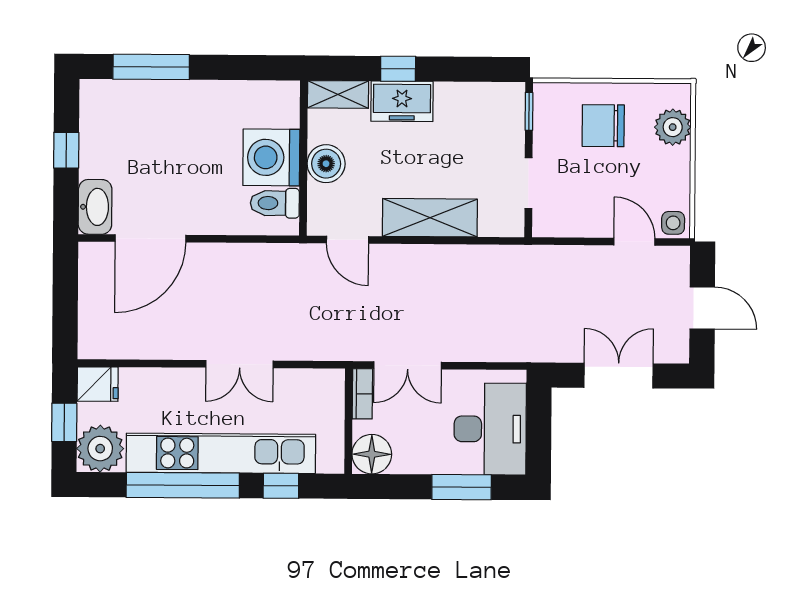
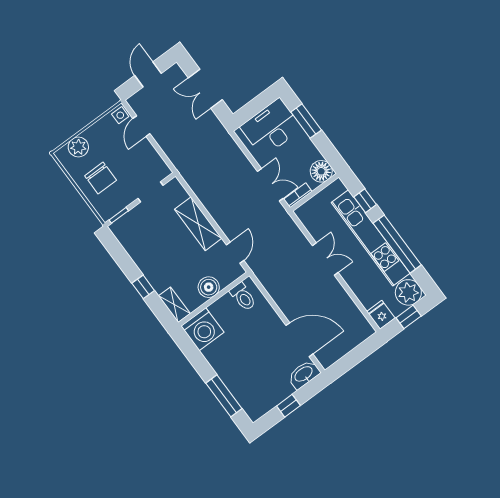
freezer: (402, 101) -> (156, 274), removed
washing machine: (271, 157) -> (202, 329), moved

